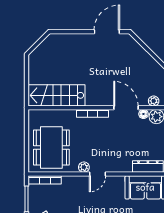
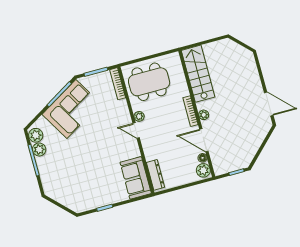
plant: (154, 101) -> (204, 115), moved
door: (126, 108) -> (204, 140), swing flipped

